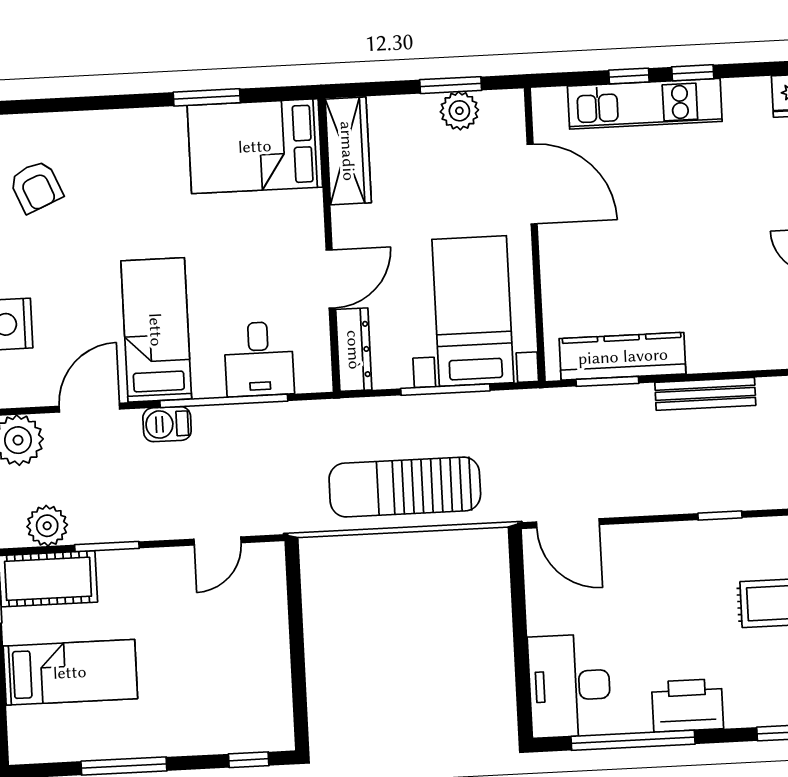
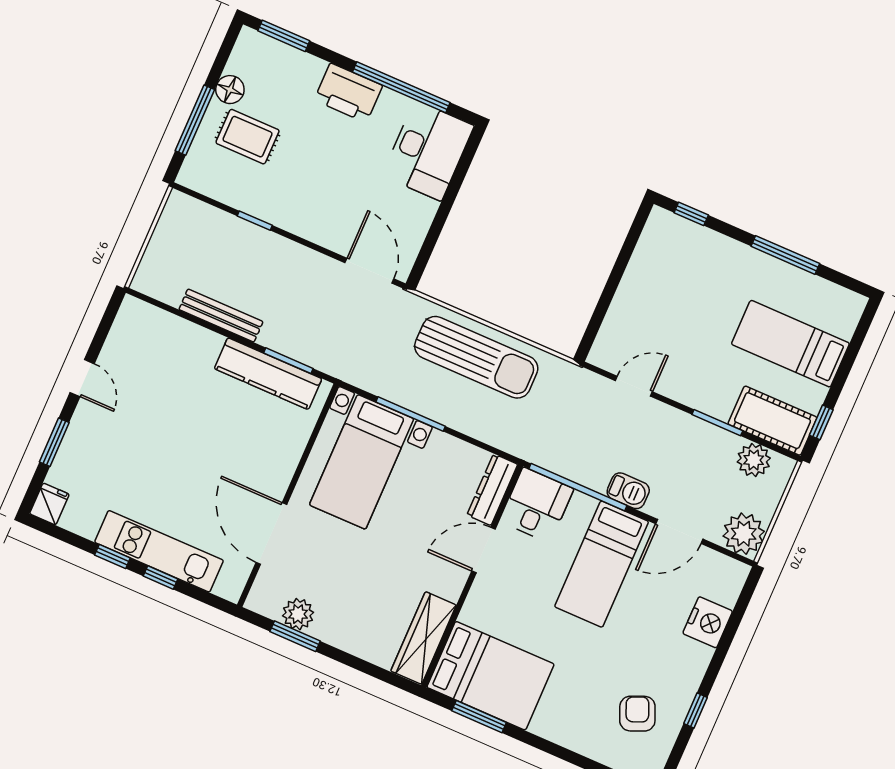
bed: (255, 146) -> (491, 676), moved
wardrobe: (348, 151) -> (424, 638), moved
wall: (329, 245) -> (472, 576), moved
door: (331, 279) -> (483, 550), moved
dresser: (354, 350) -> (492, 490), moved

